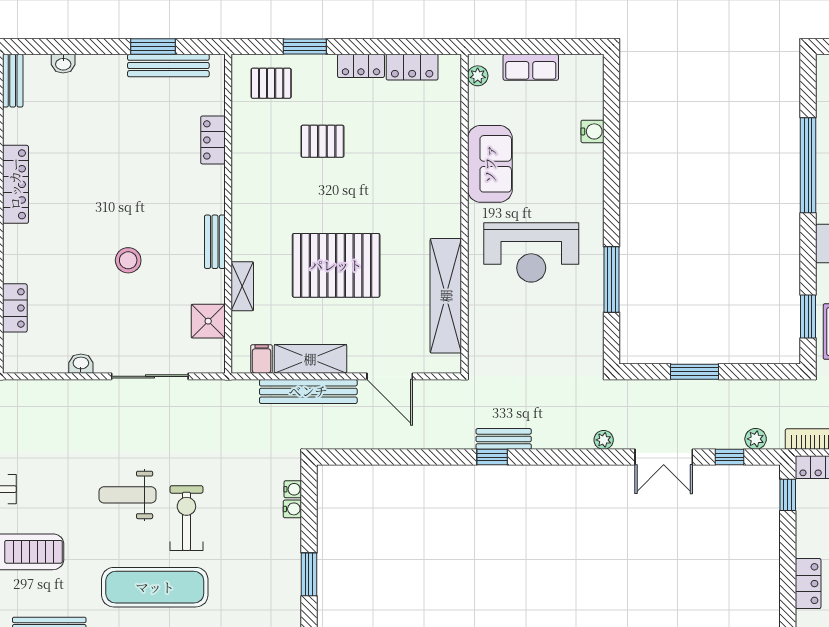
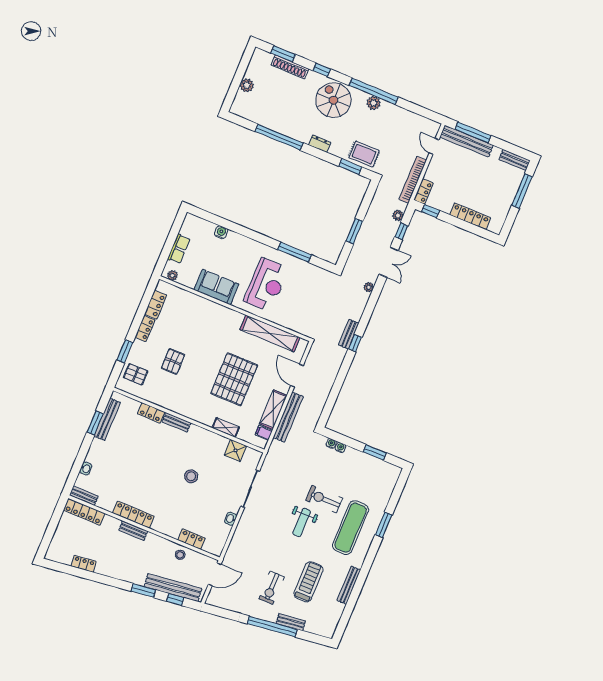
pallet: (271, 83) -> (136, 374), turned 90
bench: (215, 242) -> (176, 422), moved
door: (390, 376) -> (297, 376), swing flipped
locker: (808, 584) -> (470, 216), width x1.53

